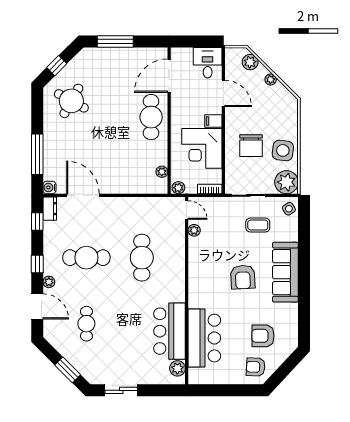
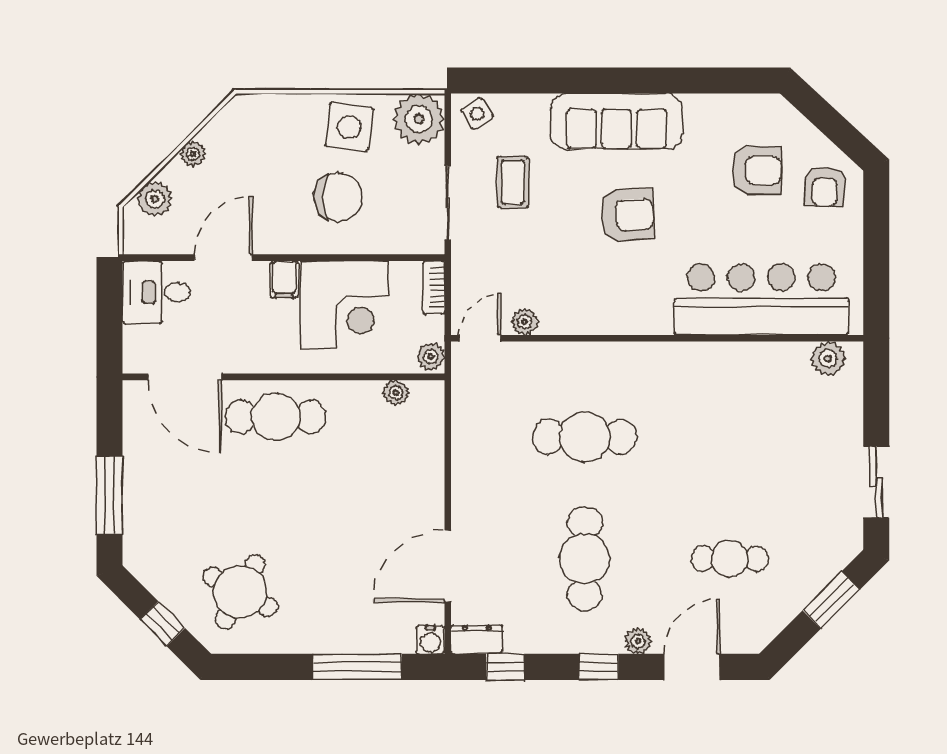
bar counter: (170, 331) -> (746, 376), removed
armchair: (263, 336) -> (756, 171), turned -90
bar counter: (204, 338) -> (761, 299), width x1.36

